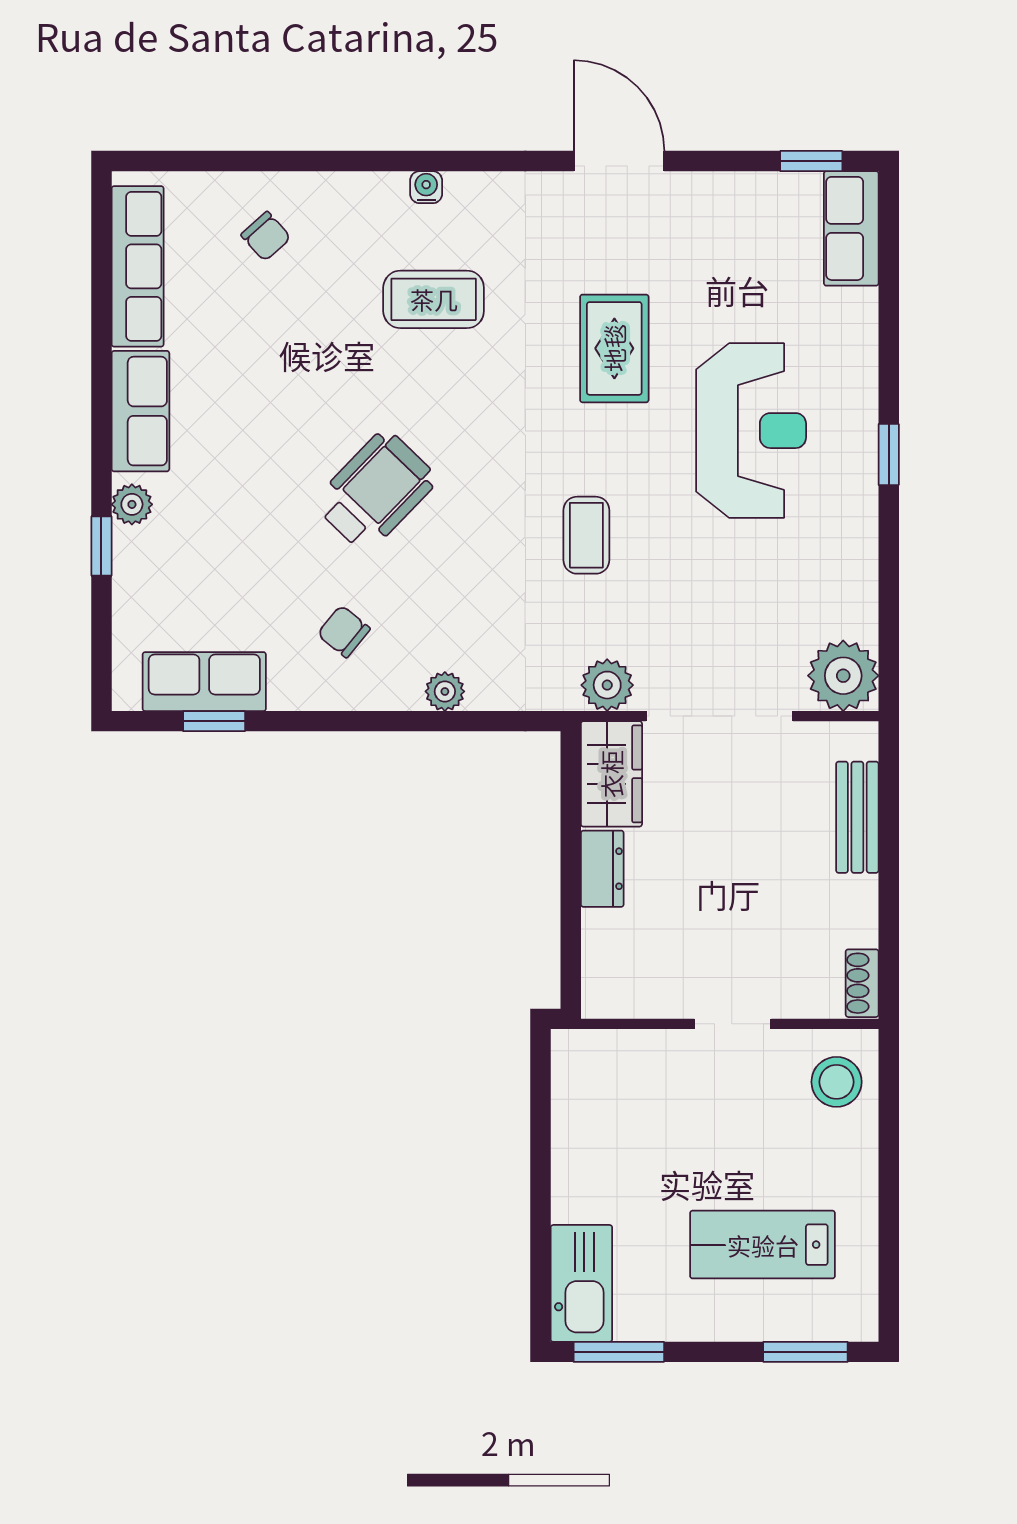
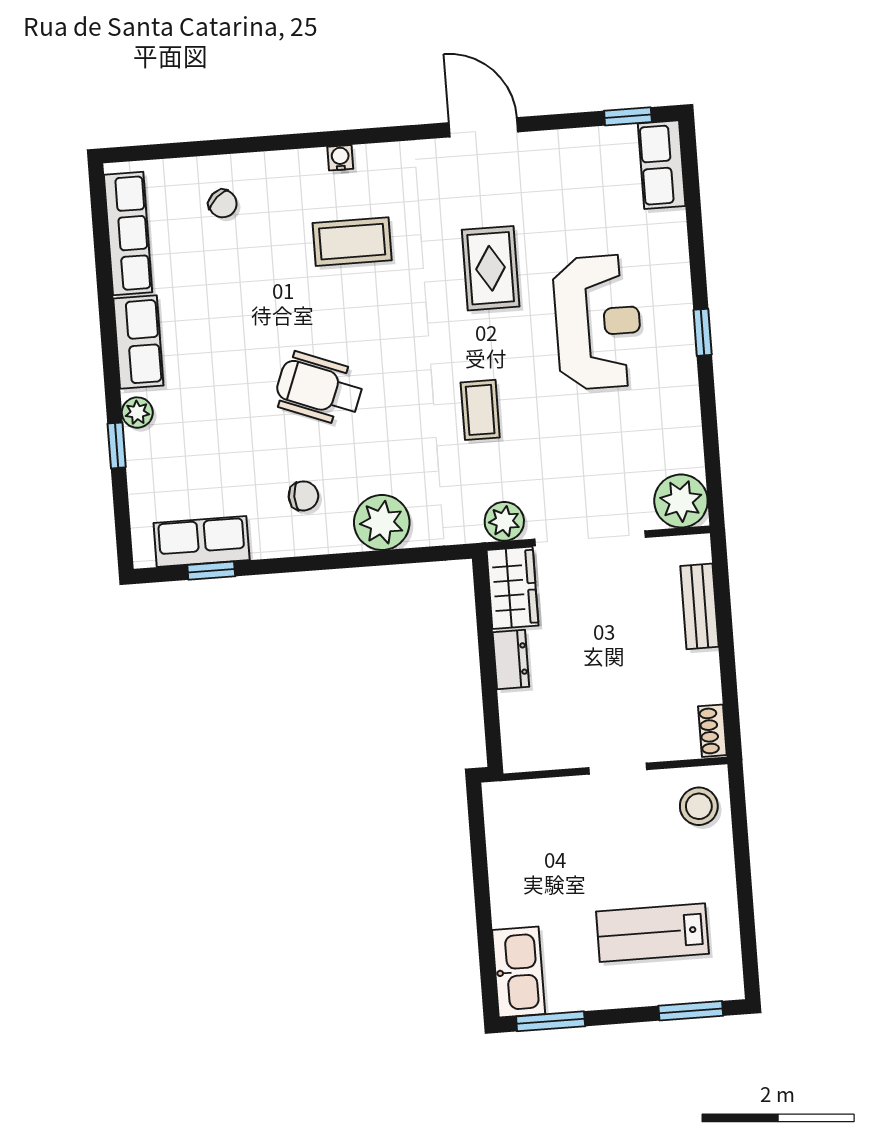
wheelchair: (375, 491) -> (319, 389), turned -113
chair: (344, 631) -> (303, 496), turned 141
plant: (445, 691) -> (382, 522), width x1.87, depth x1.87

